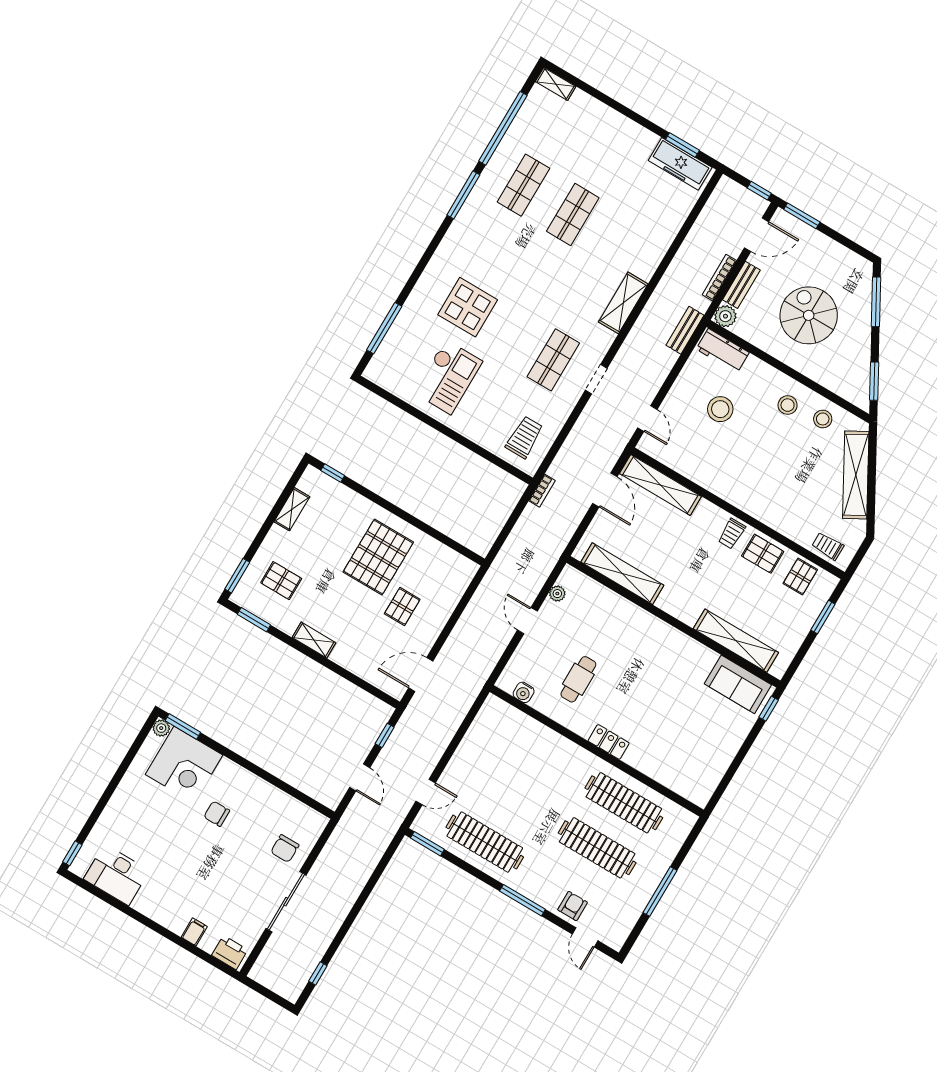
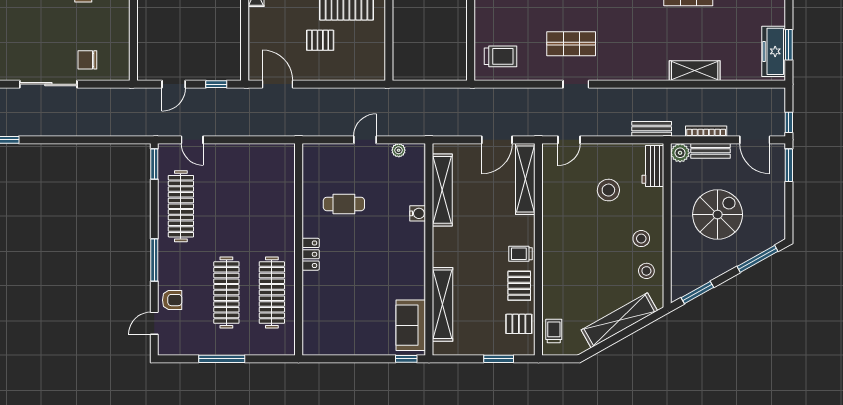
shelving: (623, 303) -> (695, 71), moved
bookcase: (542, 491) -> (469, 93), removed
water cooler: (524, 692) -> (418, 213), moved, turned 180

